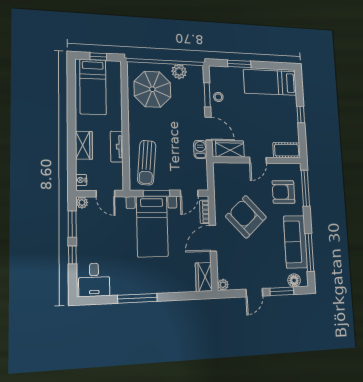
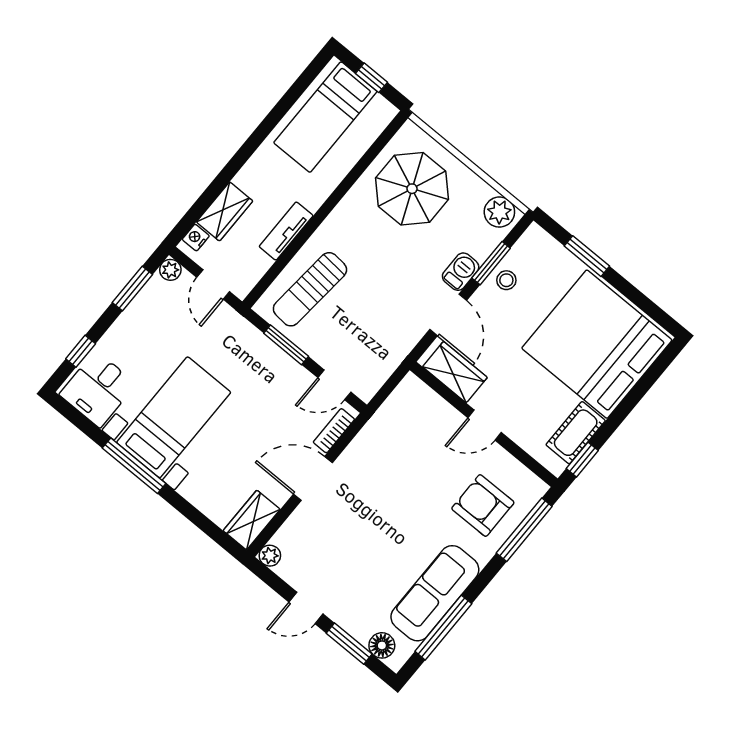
plant: (179, 72) -> (499, 212), moved
bed: (270, 82) -> (597, 344), width x2.04
window: (301, 114) -> (582, 460), moved
wardrobe: (84, 145) -> (225, 211), moved
barbecue: (200, 149) -> (461, 272), moved
cot: (287, 150) -> (576, 433), moved, turned 90
armchair: (246, 217) -> (390, 491), removed
bed with nightstands: (152, 226) -> (174, 417), moved, turned 180
window: (72, 255) -> (81, 351), moved

